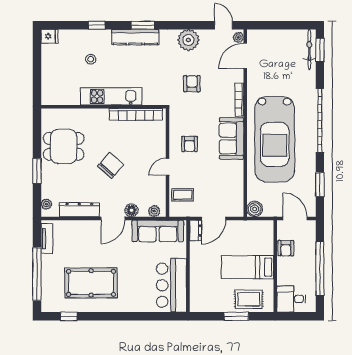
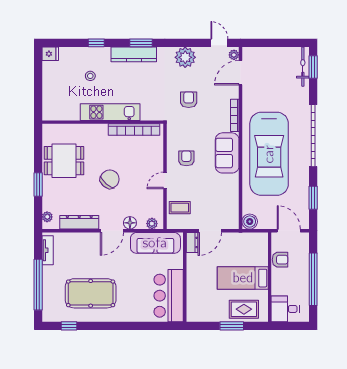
armchair: (190, 144) -> (186, 158), turned 180
armchair: (286, 248) -> (280, 260), turned -90

